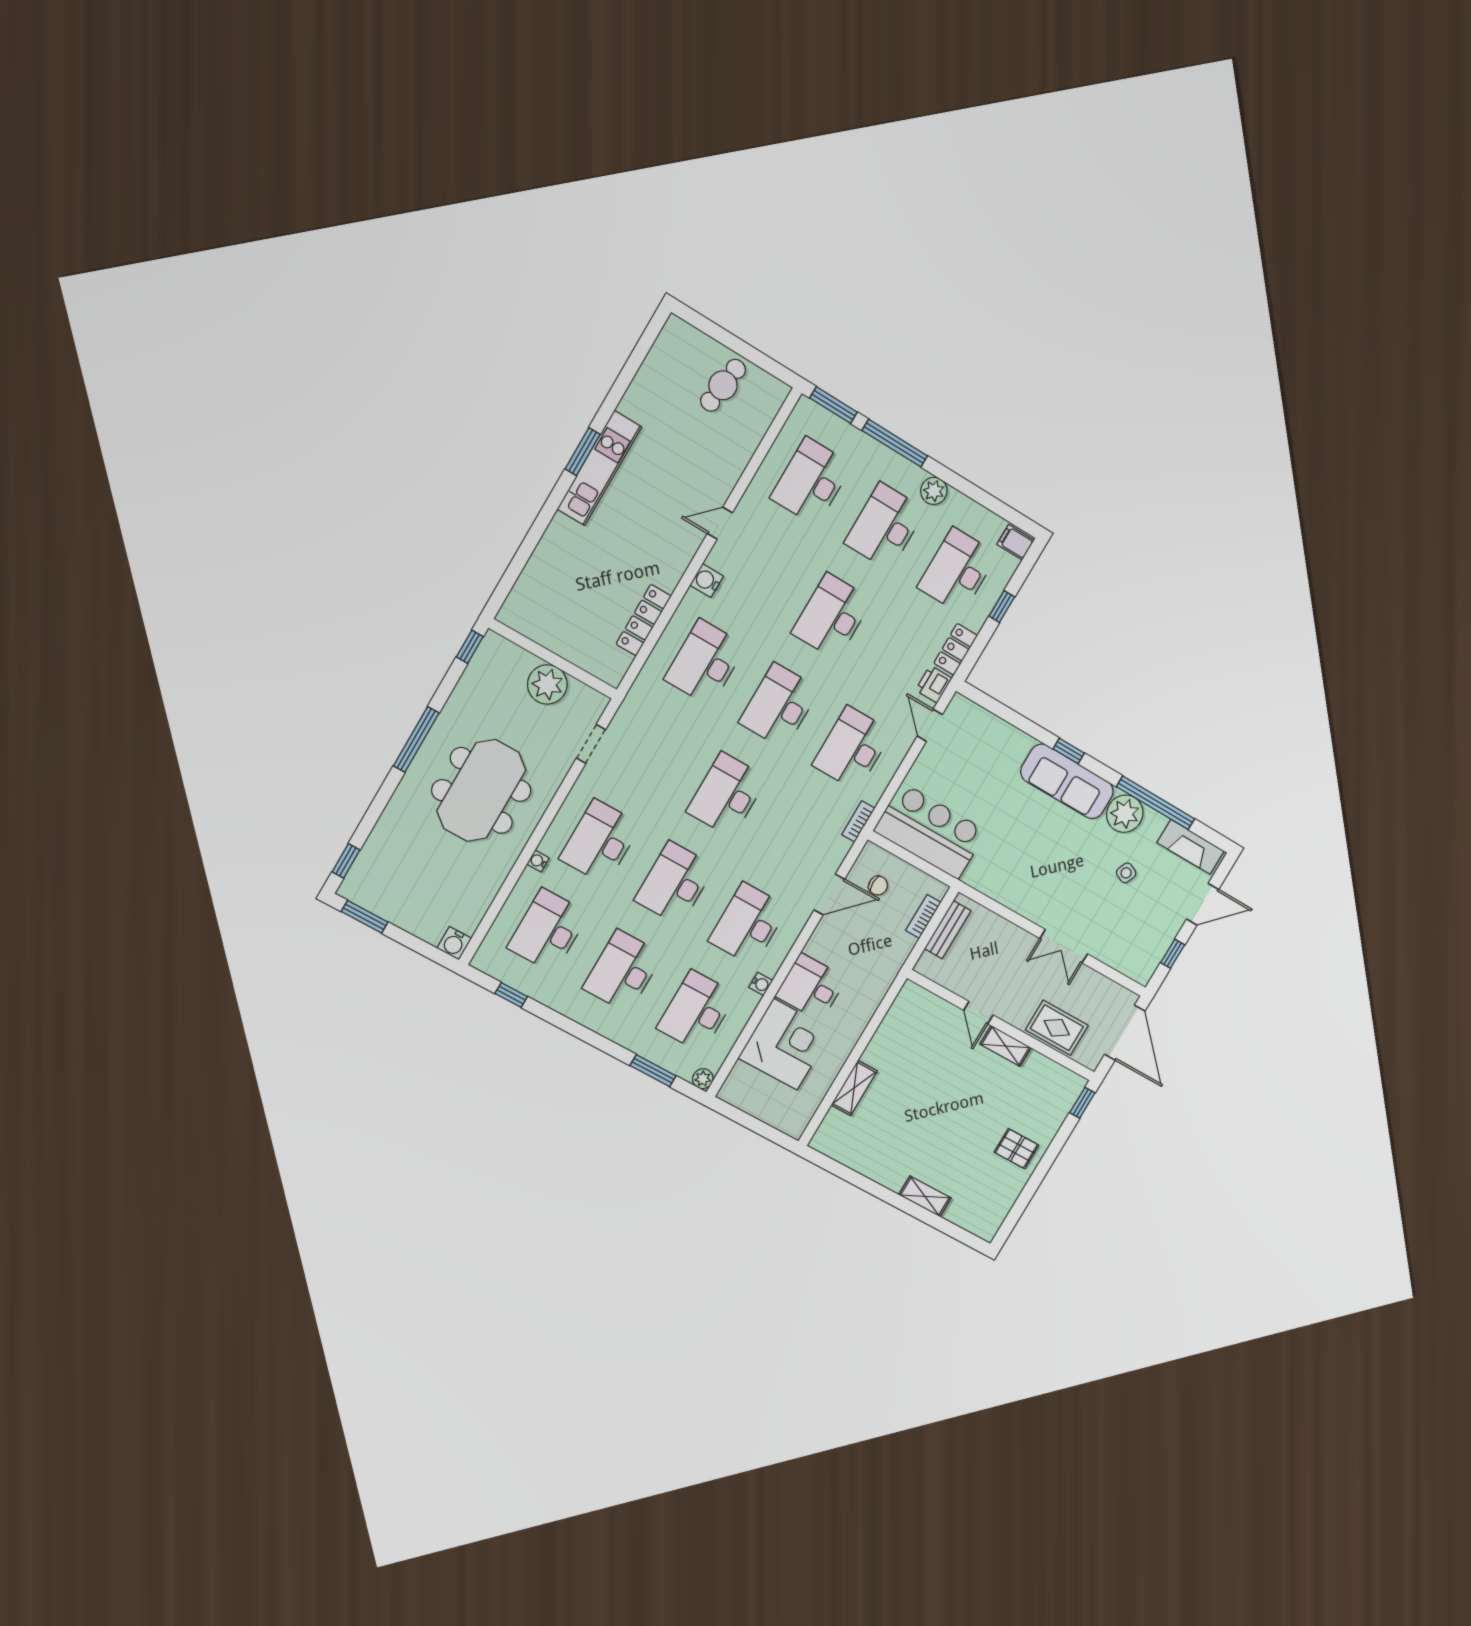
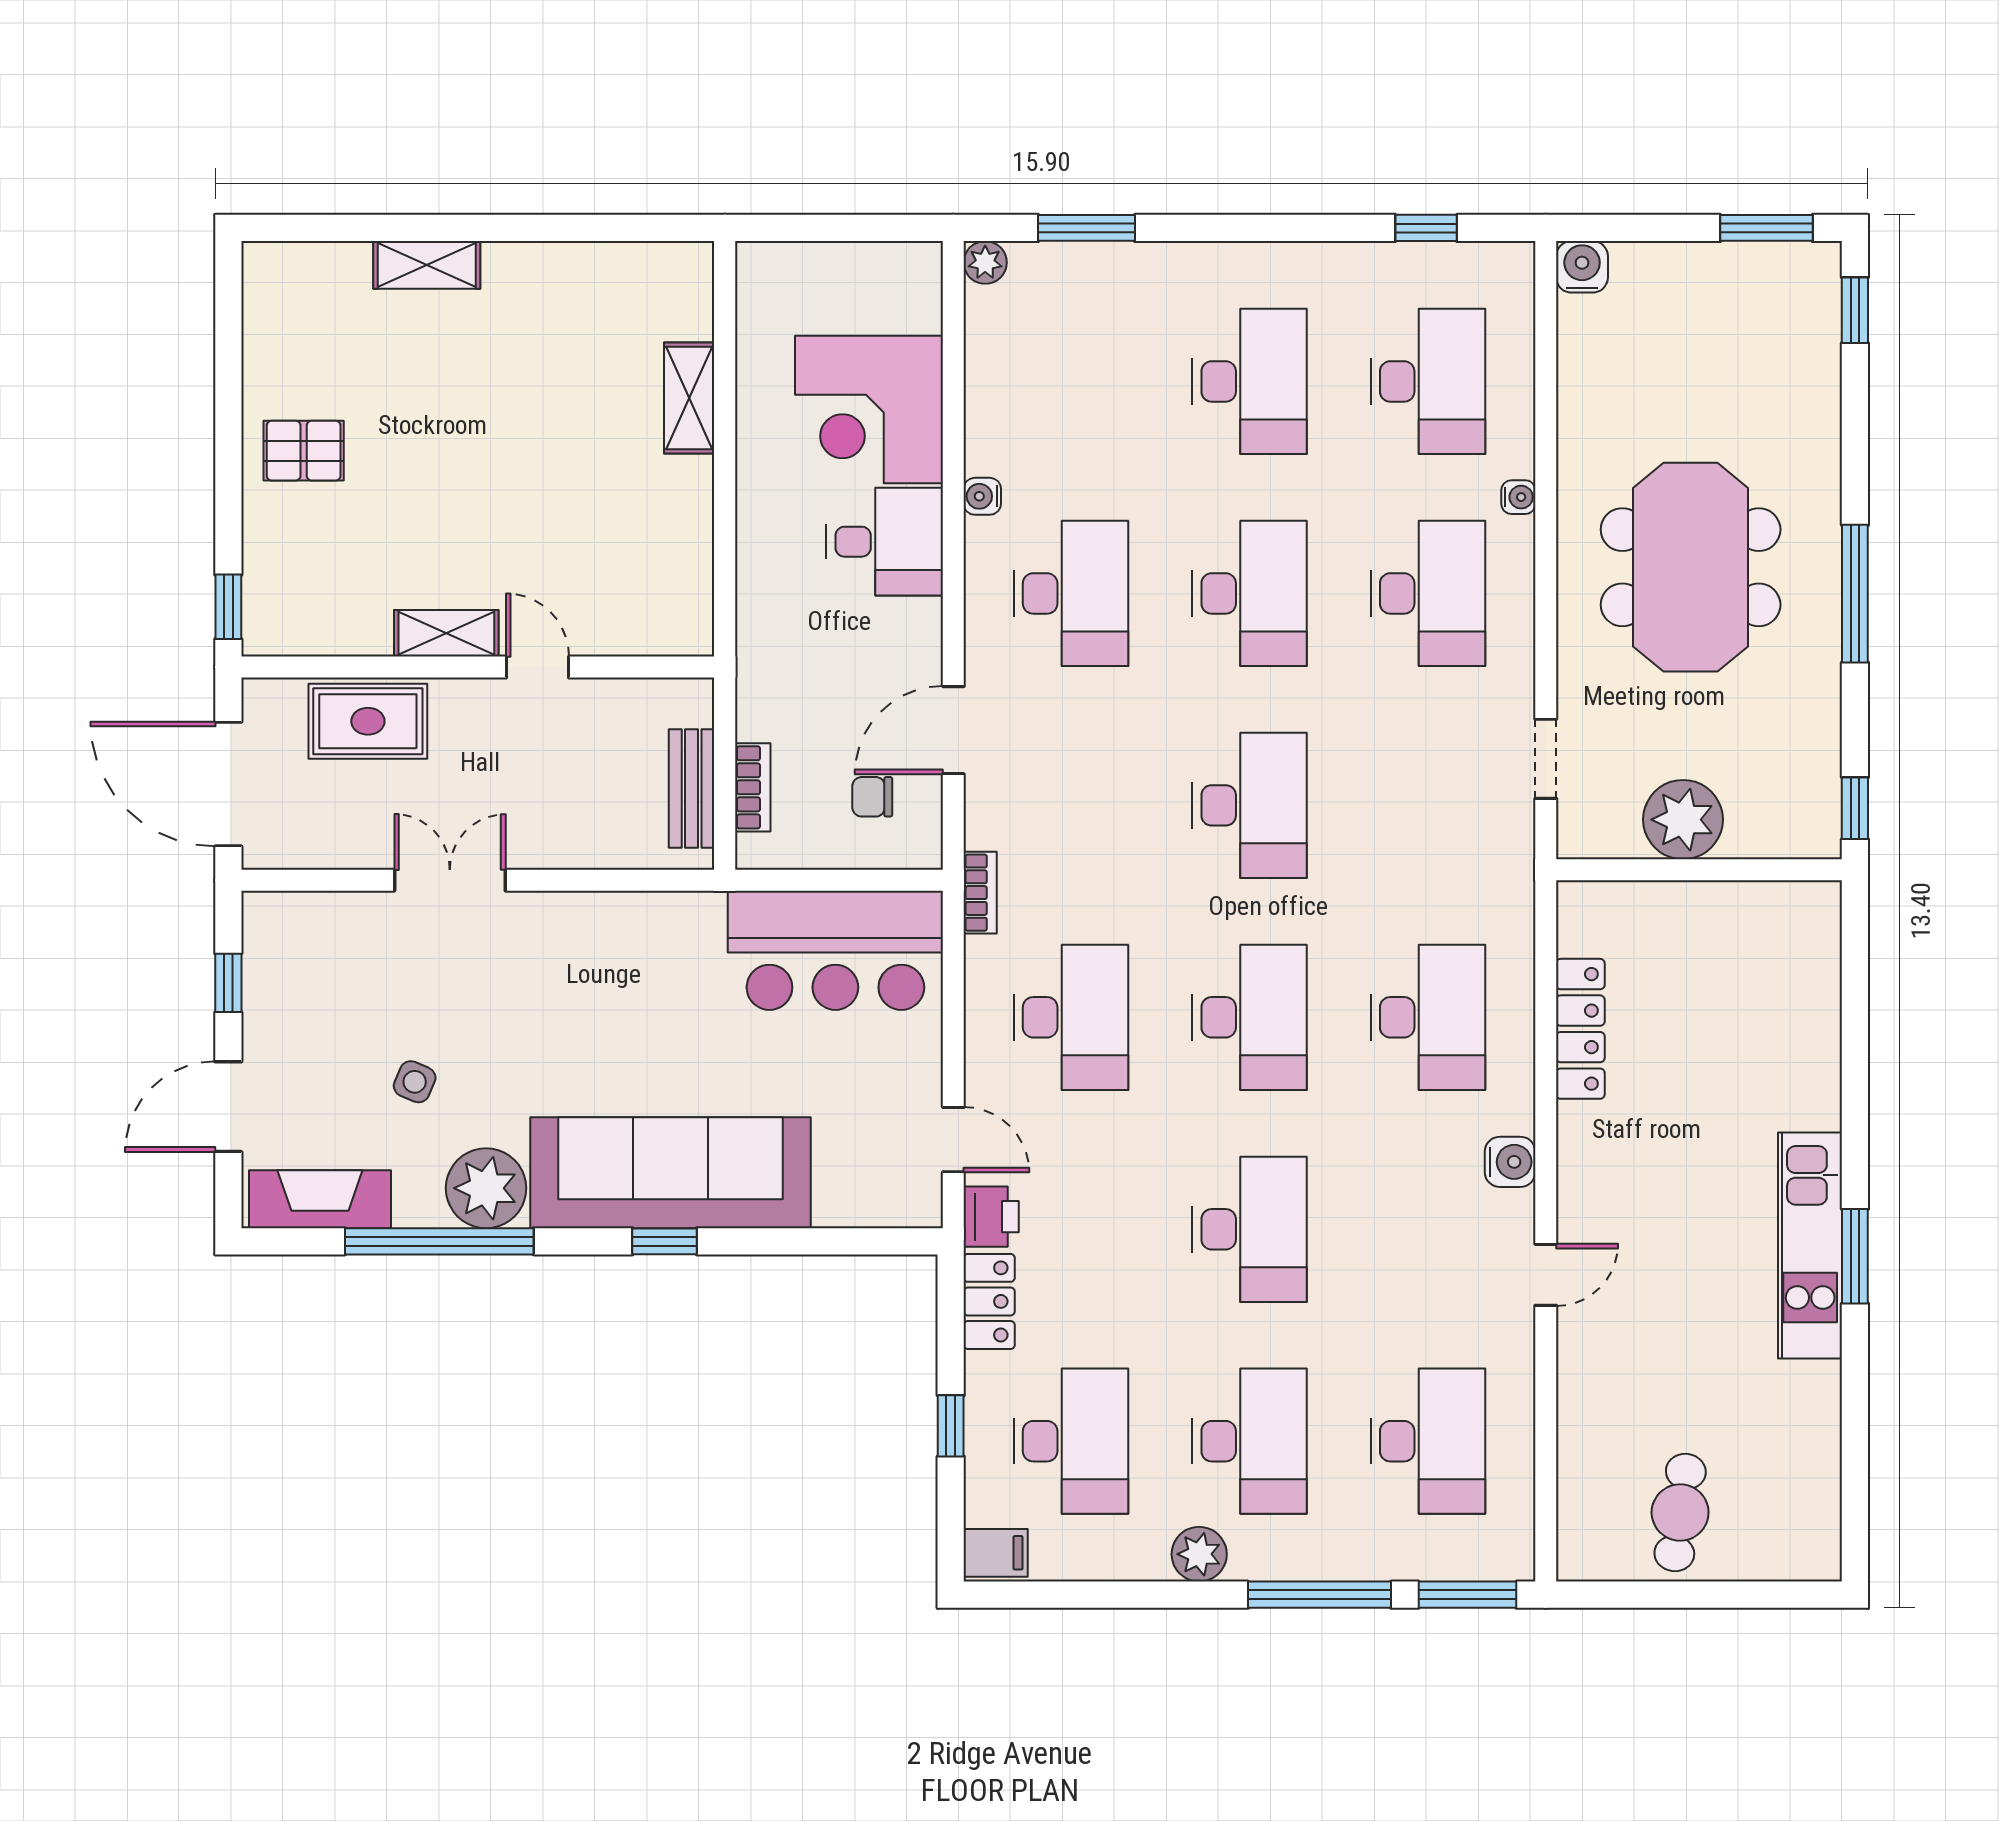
sofa: (1067, 781) -> (670, 1173), width x1.36, depth x1.27
desk: (697, 1011) -> (1071, 381), removed

